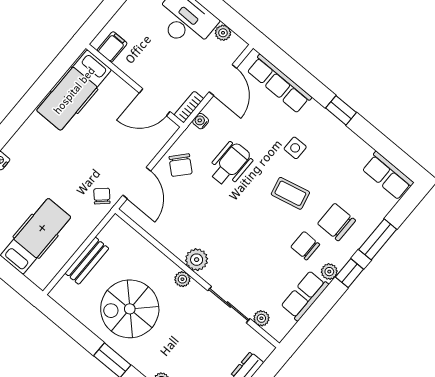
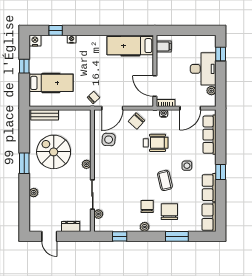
side table: (174, 223) -> (109, 140), added
plant: (197, 260) -> (100, 163), removed
bench: (87, 261) -> (45, 115), moved
window: (349, 273) -> (120, 236), moved
row of seats: (305, 296) -> (209, 188), moved, turned -90

